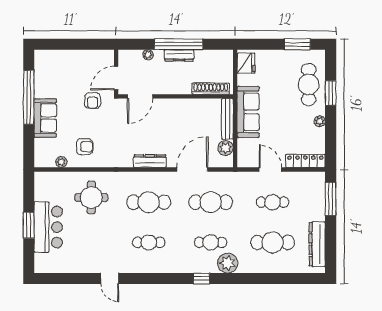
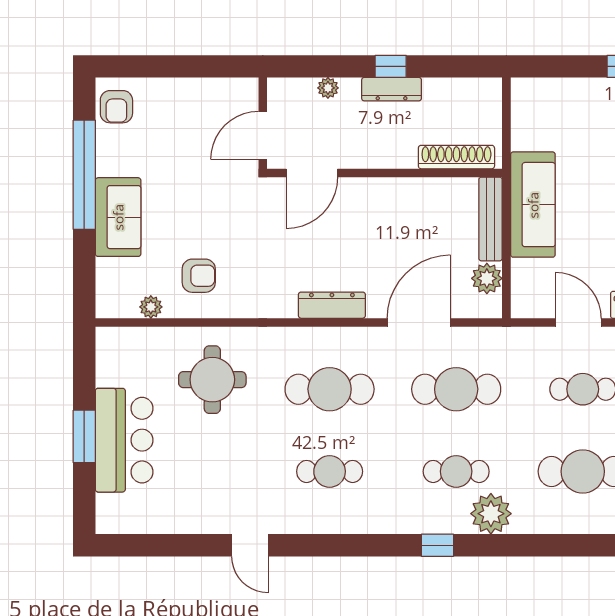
window: (179, 44) -> (391, 66), width x0.32
fridge: (246, 63) -> (529, 105), removed
armchair: (92, 101) -> (116, 107), moved

